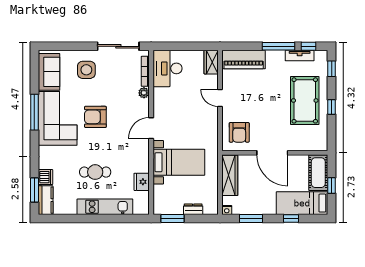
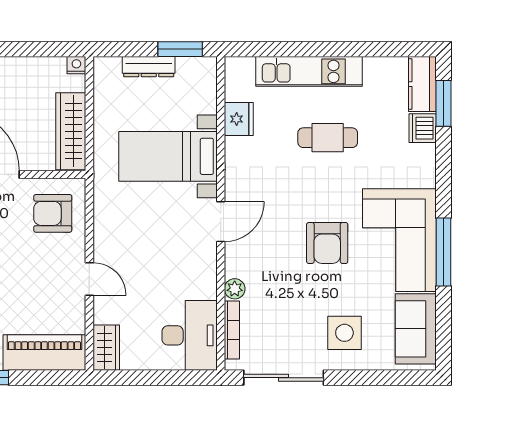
armchair: (95, 117) -> (327, 243), turned 90
armchair: (239, 132) -> (53, 213), turned -90
dresser: (193, 209) -> (149, 67), width x1.44
window: (251, 218) -> (30, 49), removed

